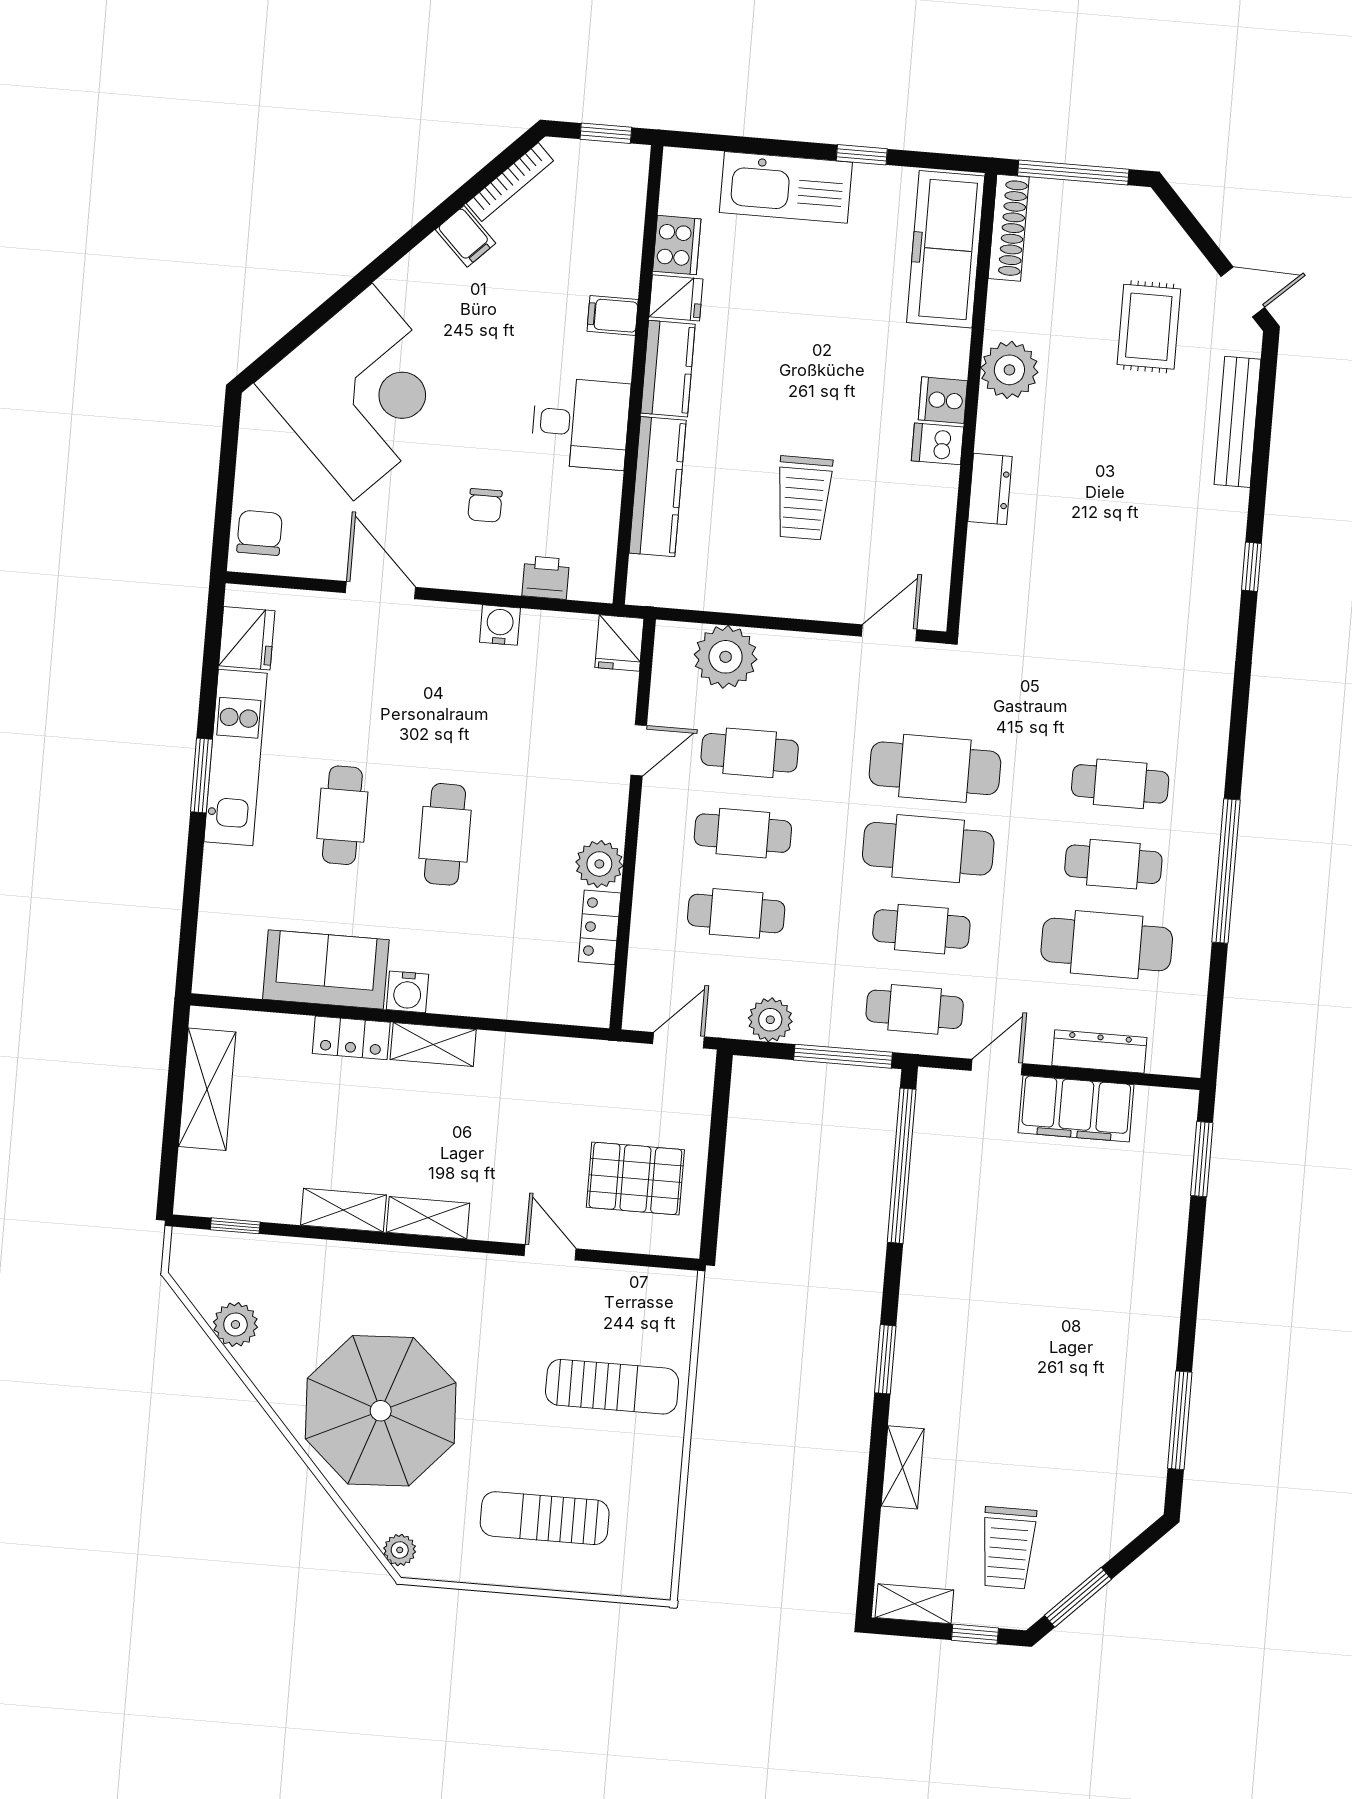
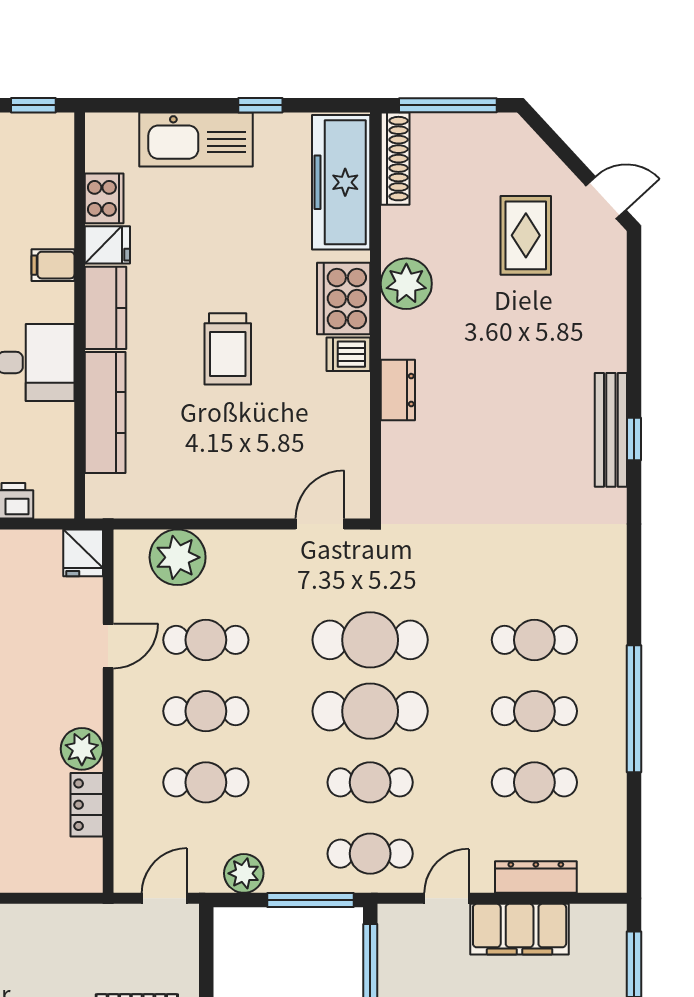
cooker: (943, 400) -> (344, 299), width x1.87, depth x1.31
bench: (1237, 422) -> (611, 430), moved
trolley: (804, 498) -> (228, 349), moved
cafe table: (1107, 945) -> (534, 782), width x0.73, depth x0.74

